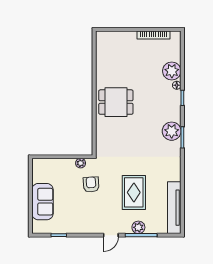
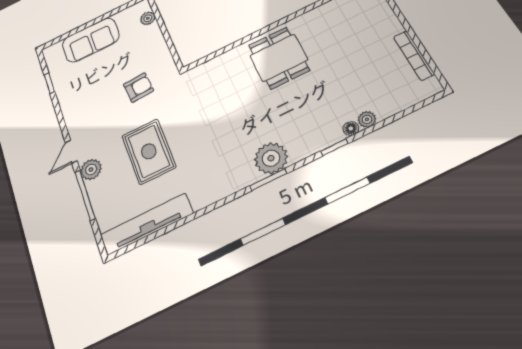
plant: (172, 71) -> (367, 119), width x0.53, depth x0.53
plant: (81, 163) -> (148, 18), moved
rug: (134, 192) -> (149, 151), turned 90
plant: (138, 227) -> (91, 169), moved
door: (111, 235) -> (71, 152), hinge flipped

